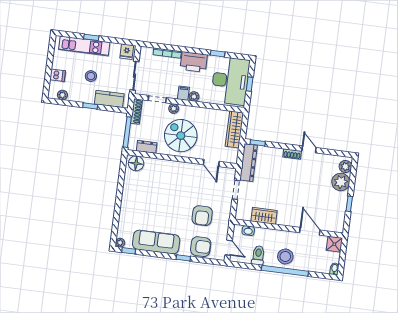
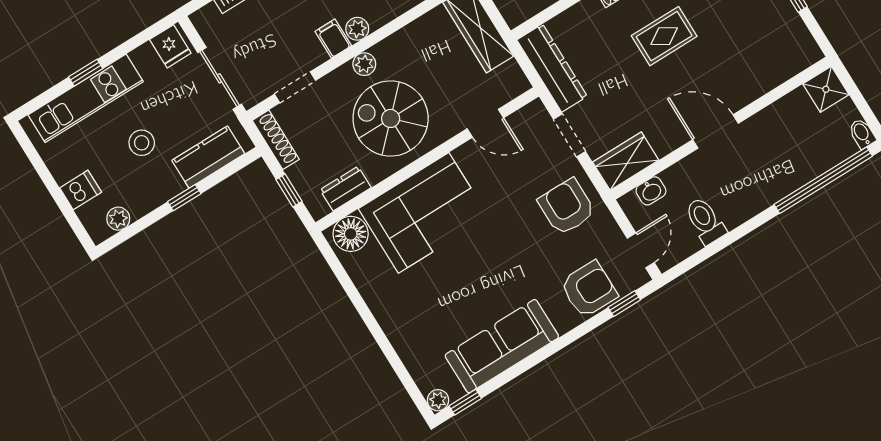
plant: (174, 109) -> (364, 64), moved
window: (127, 132) -> (289, 190), width x0.46
window: (258, 143) -> (539, 19), removed
corner sofa: (166, 176) -> (424, 213), added
rug: (295, 182) -> (664, 36), added
armchair: (202, 216) -> (567, 207), moved, turned 180
wardrobe: (264, 216) -> (626, 161), moved
door: (310, 231) -> (715, 131), moved
door: (229, 248) -> (641, 250), hinge flipped
stool: (285, 257) -> (756, 183), removed
window: (183, 258) -> (624, 304), moved
window: (285, 271) -> (823, 180), moved

